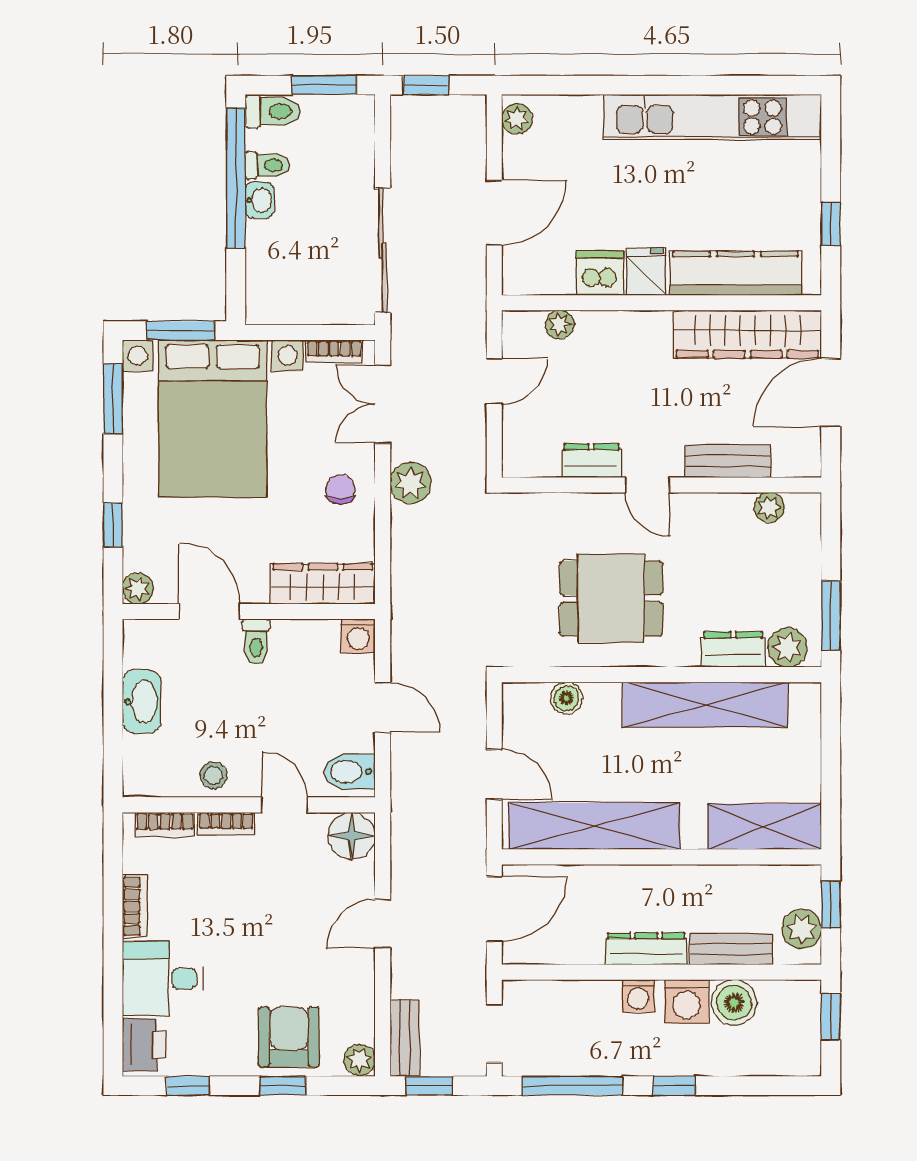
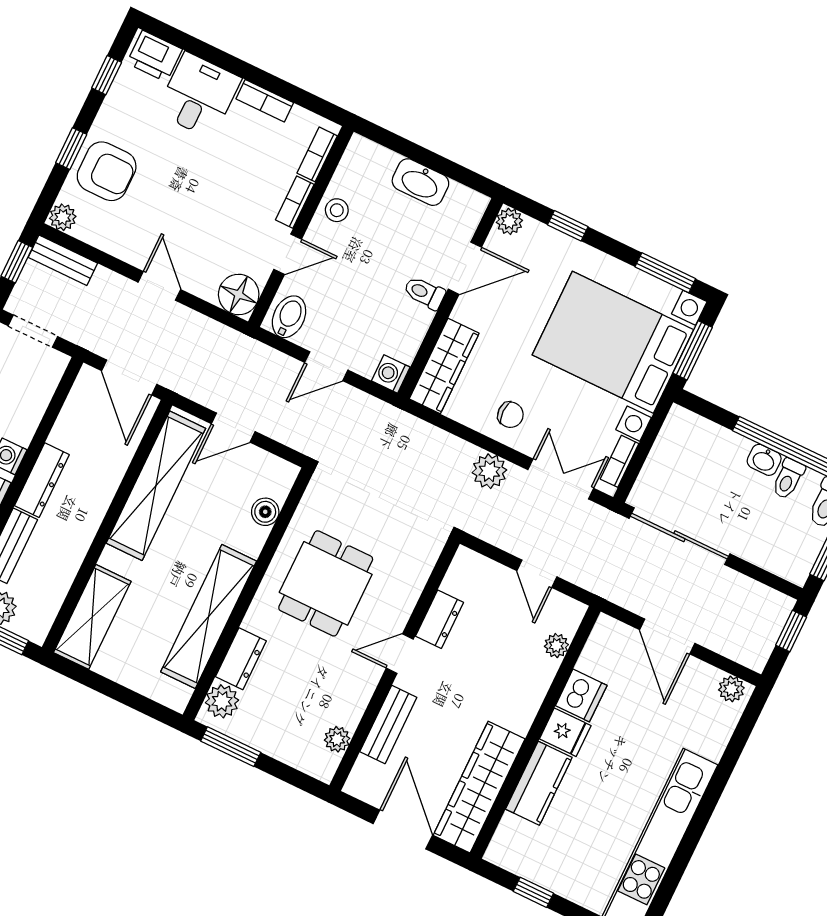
kitchen counter: (735, 273) -> (539, 783), width x0.67

